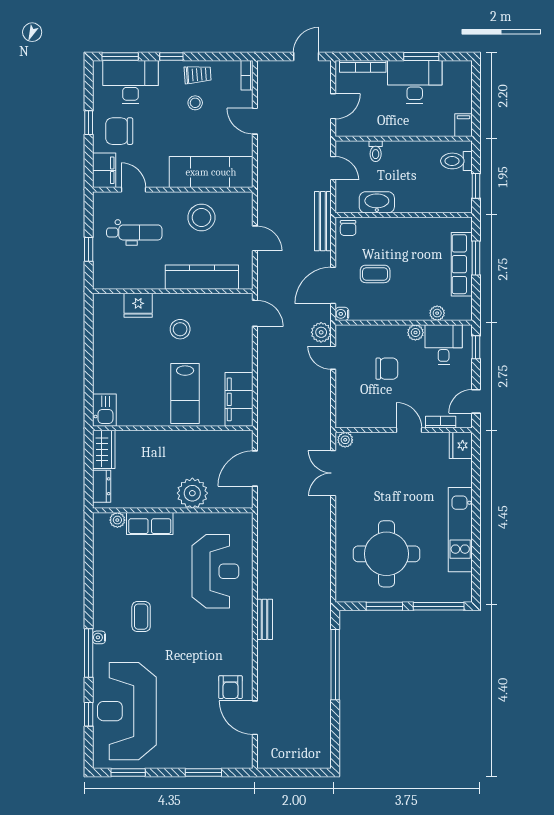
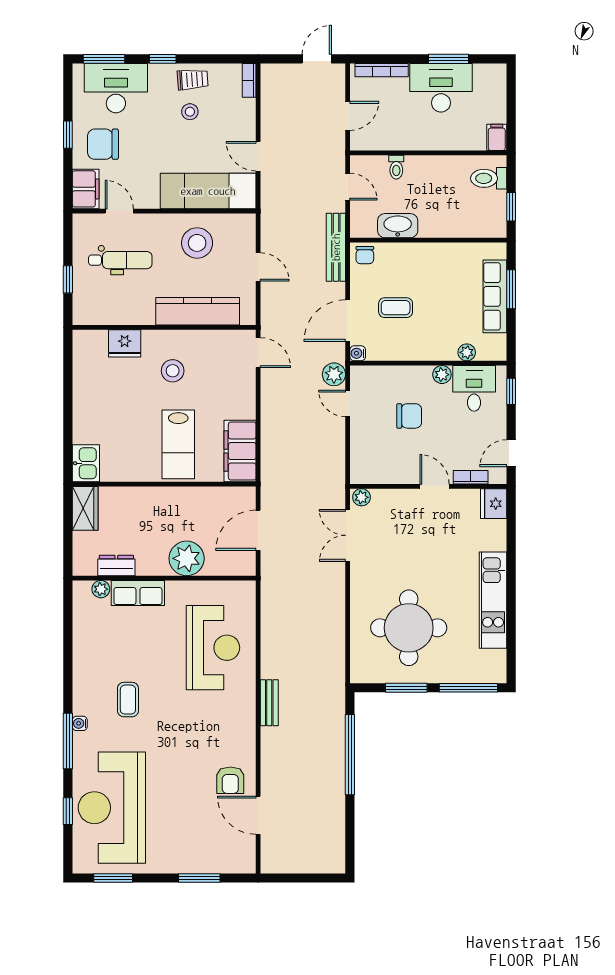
door: (255, 121) -> (258, 156), moved
dresser: (102, 486) -> (116, 565), moved, turned -90

